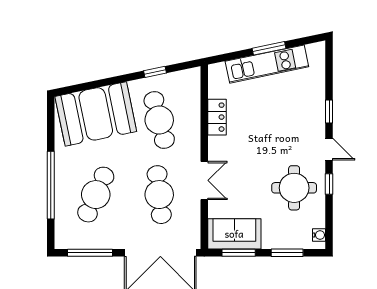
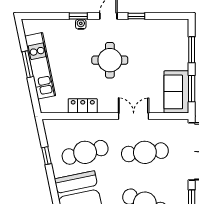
round table: (294, 188) -> (110, 60), moved
water cooler: (319, 235) -> (81, 24), moved

